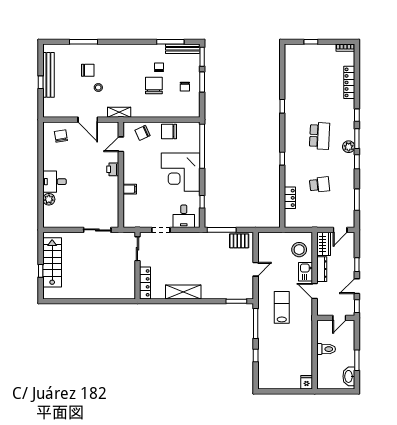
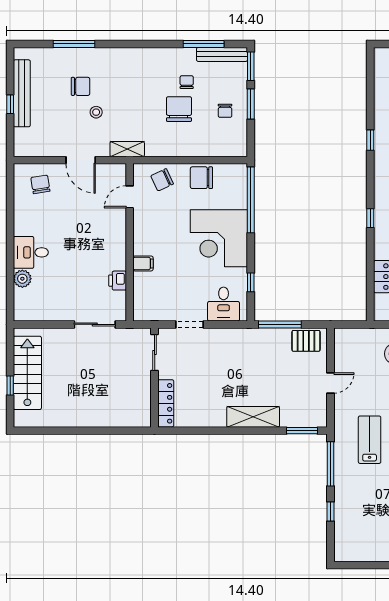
printer: (113, 169) -> (118, 281), moved
shelving: (183, 292) -> (253, 417), moved

